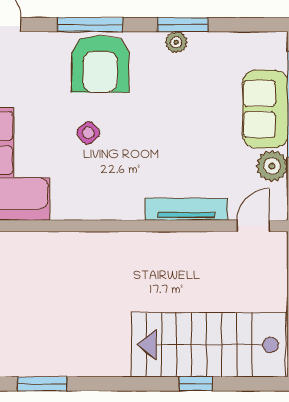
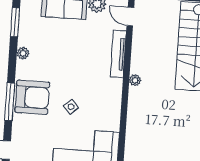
window: (183, 25) -> (15, 22), moved
plant: (142, 242) -> (135, 80), added

